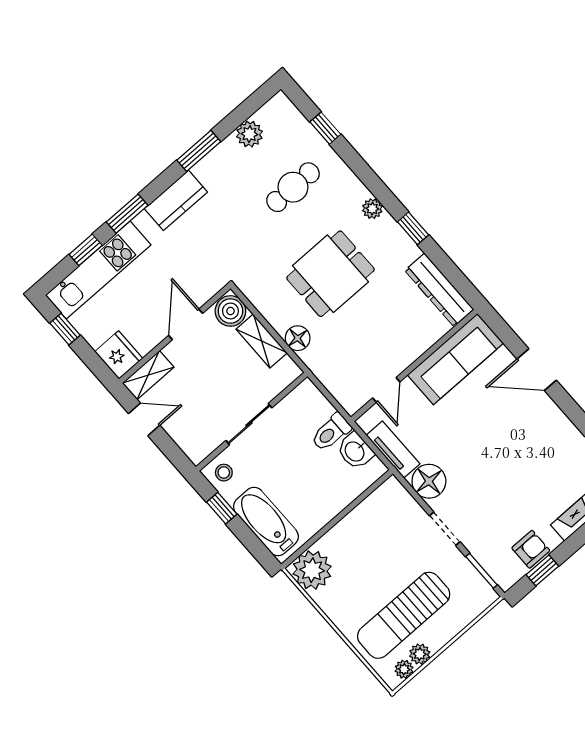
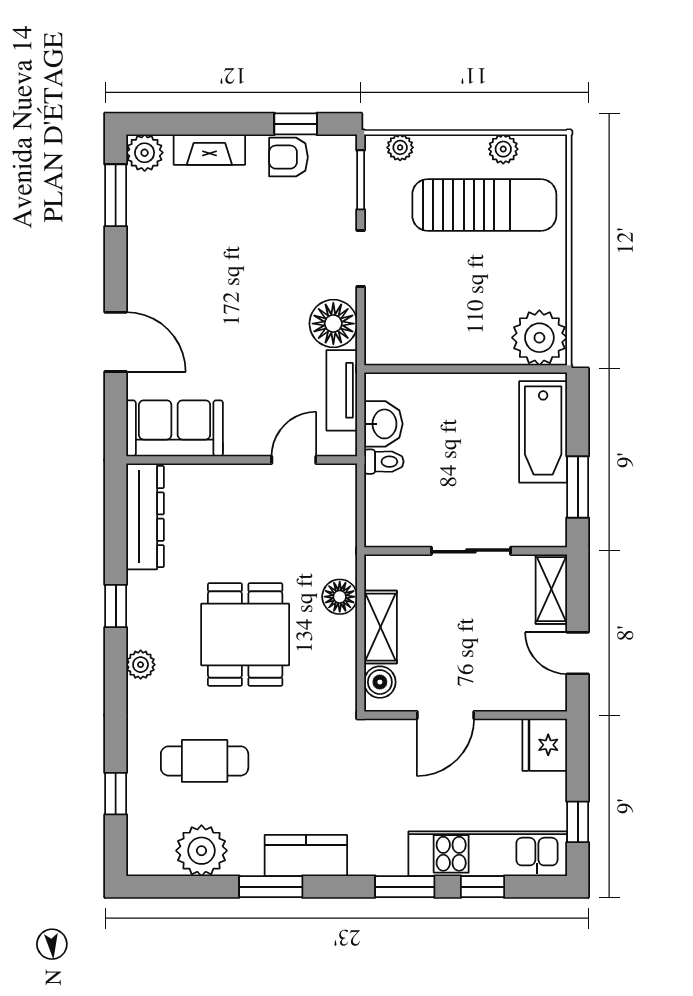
plant: (249, 134) -> (201, 851), width x1.36, depth x1.36
kitchen counter: (176, 200) -> (306, 856), moved
dining table: (330, 274) -> (245, 634), turned 90
boiler: (230, 311) -> (380, 682), width x0.73, depth x0.73
sofa: (455, 359) -> (175, 428), width x0.73
shelving: (148, 375) -> (551, 589), moved, turned 90
toilet: (331, 432) -> (384, 462), width x0.73, depth x0.72
stool: (224, 473) -> (542, 523), removed
window: (222, 508) -> (578, 487), width x1.50
plant: (404, 669) -> (400, 147), moved

